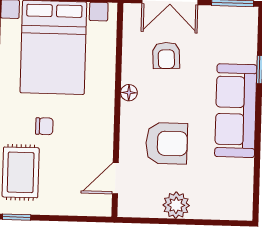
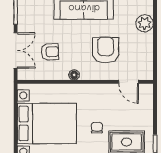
plant: (176, 205) -> (145, 23), moved

